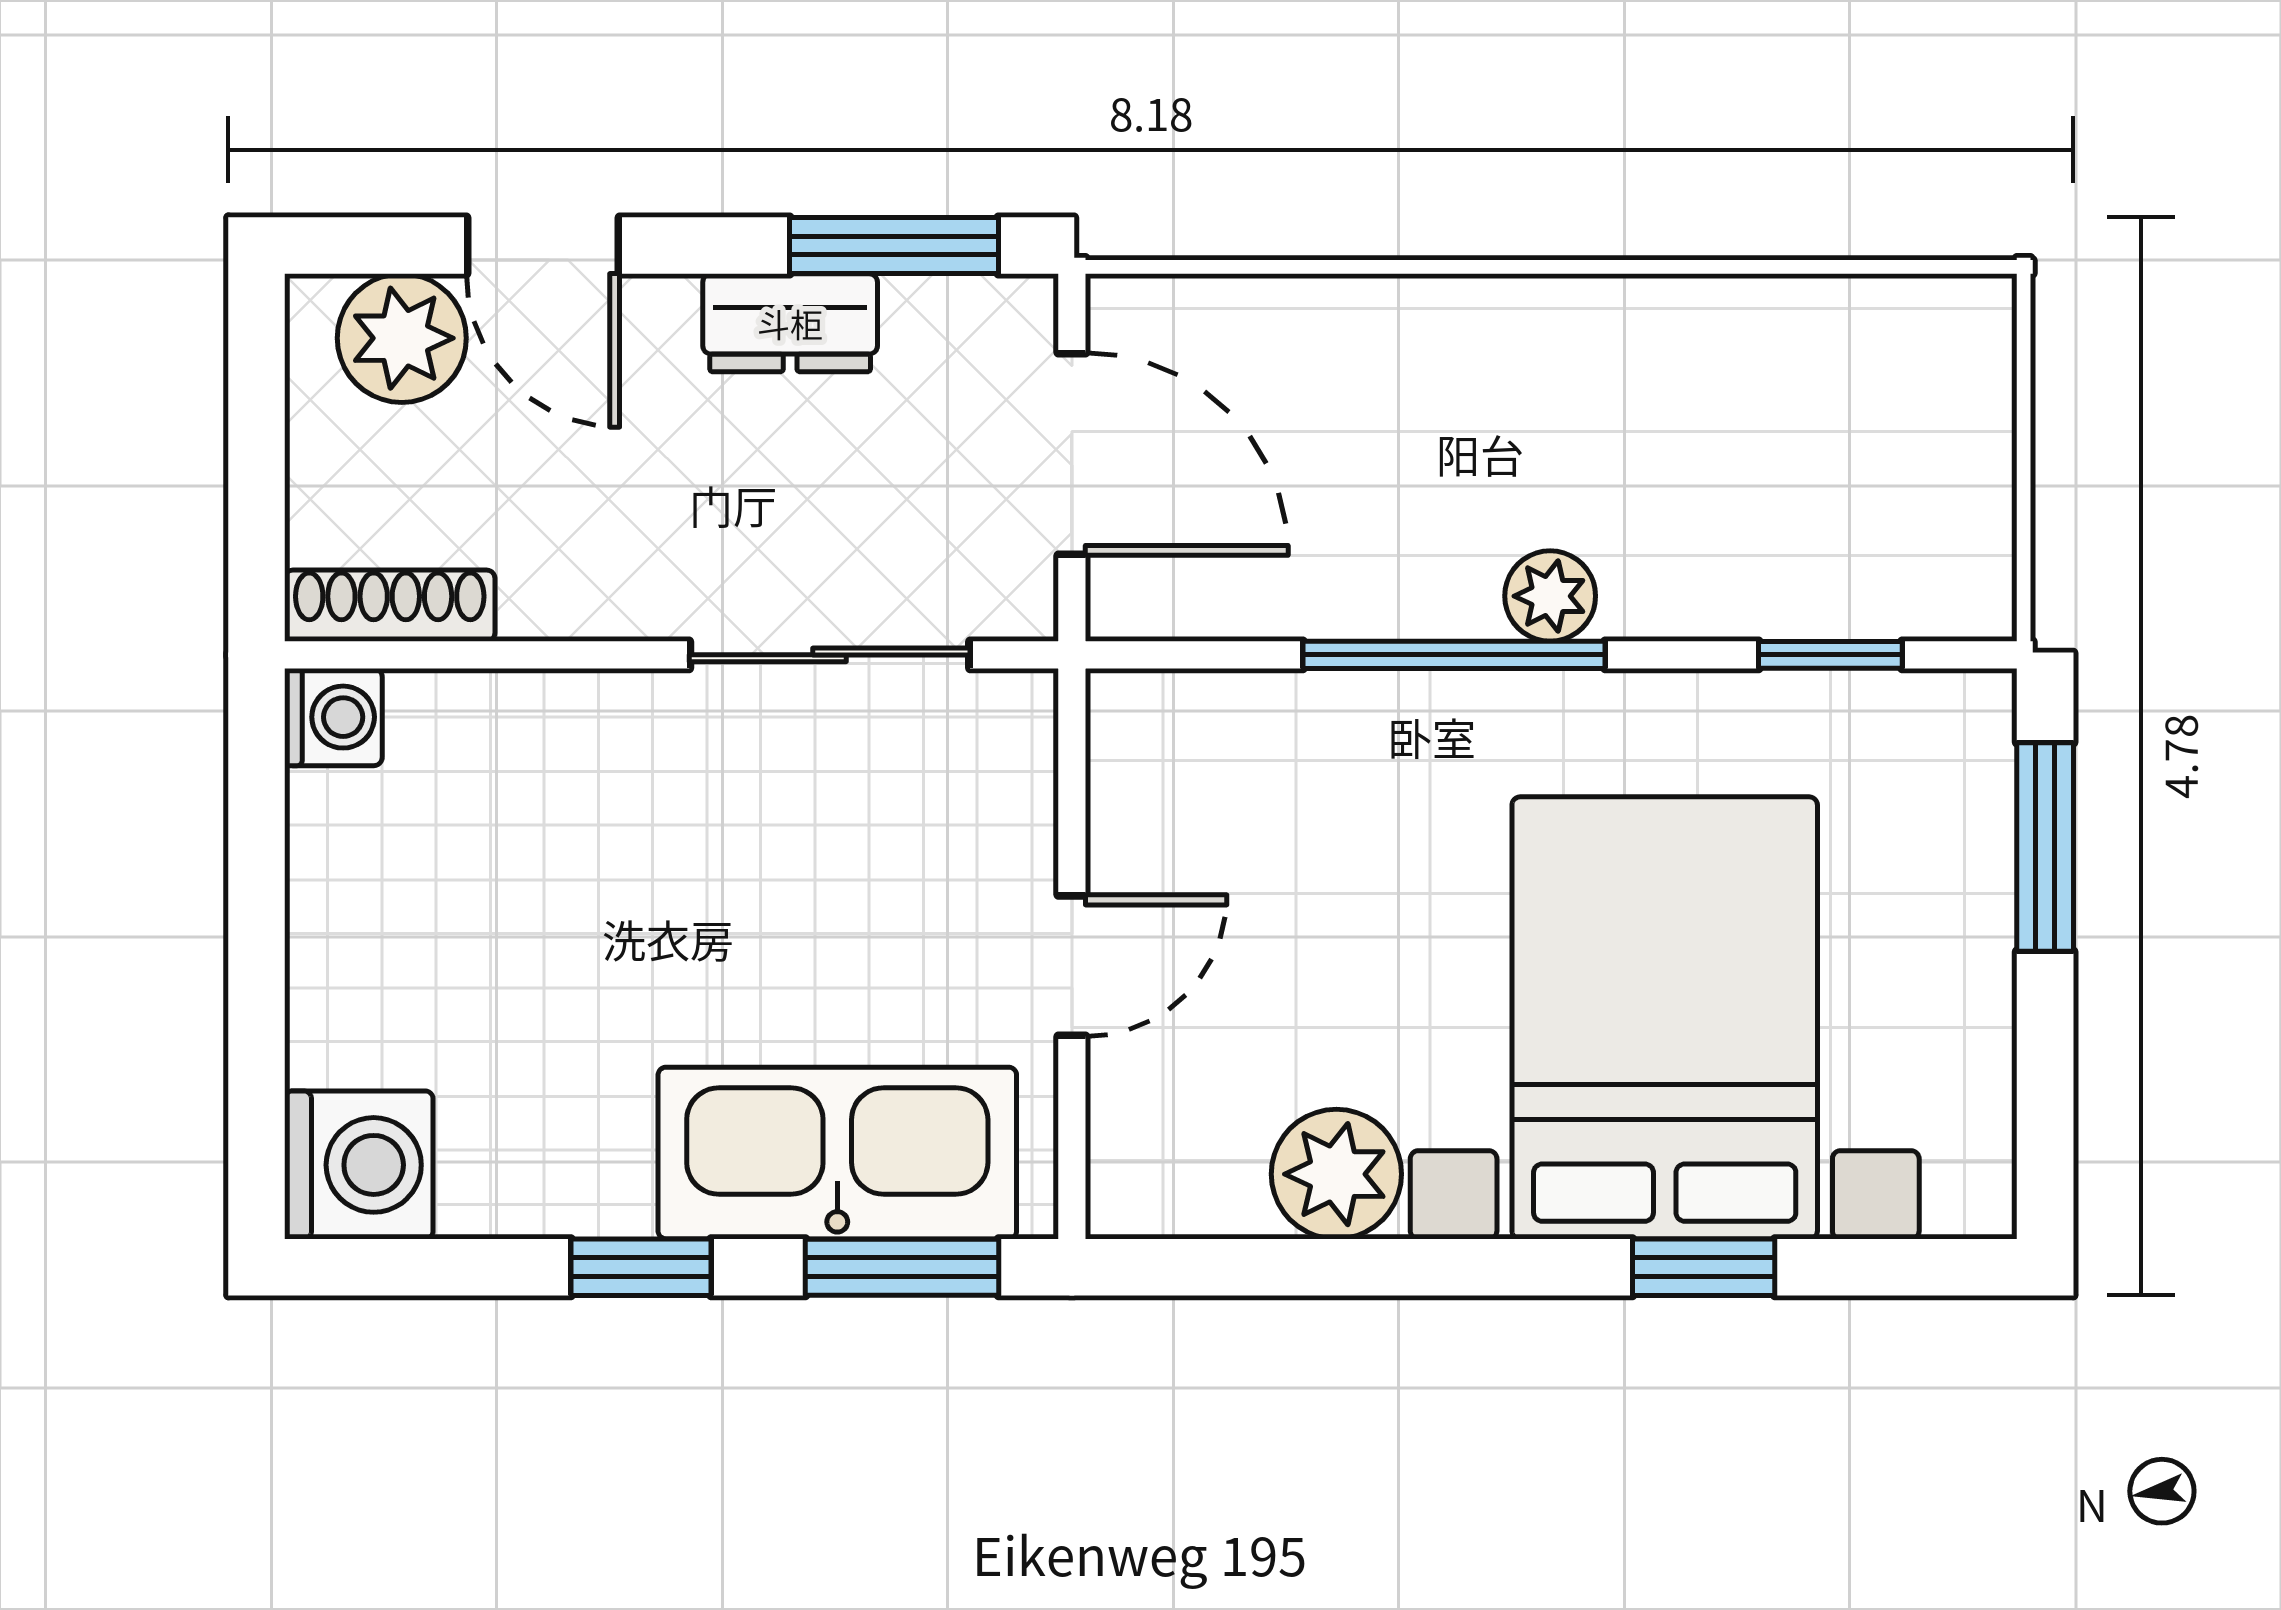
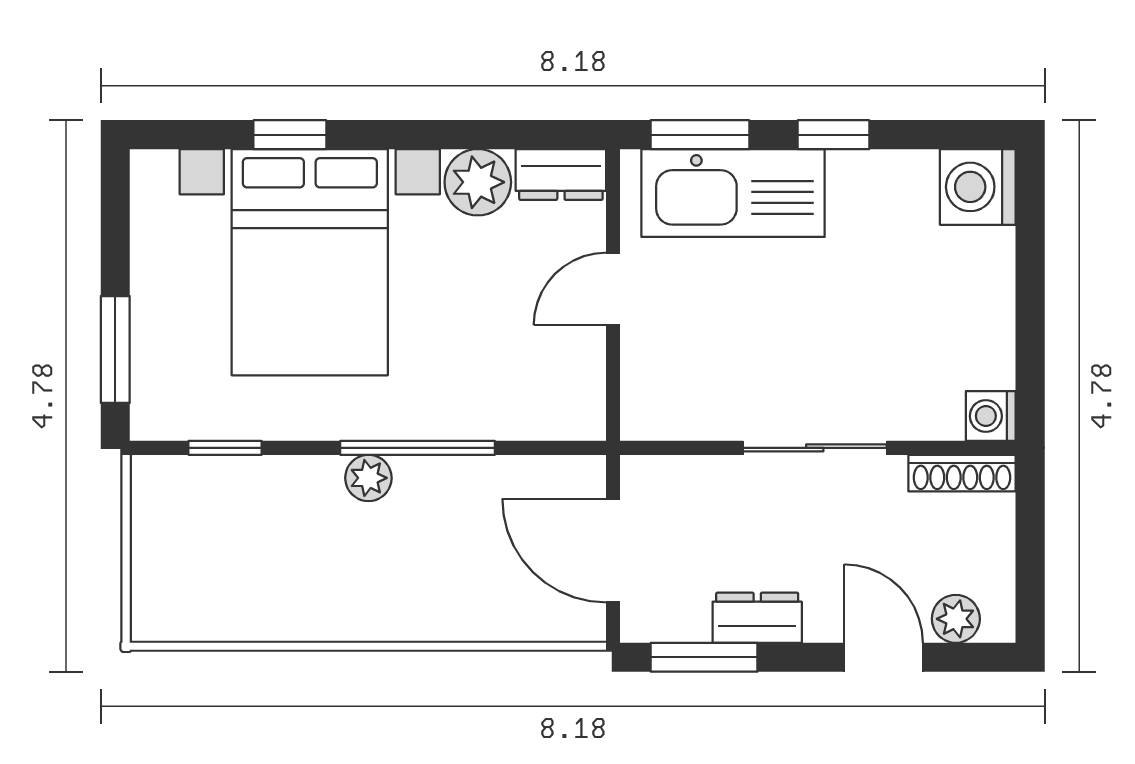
plant: (402, 338) -> (956, 619), width x0.73, depth x0.73
sliding door: (830, 655) -> (815, 448), moved
dresser: (1174, 1189) -> (561, 174), added

